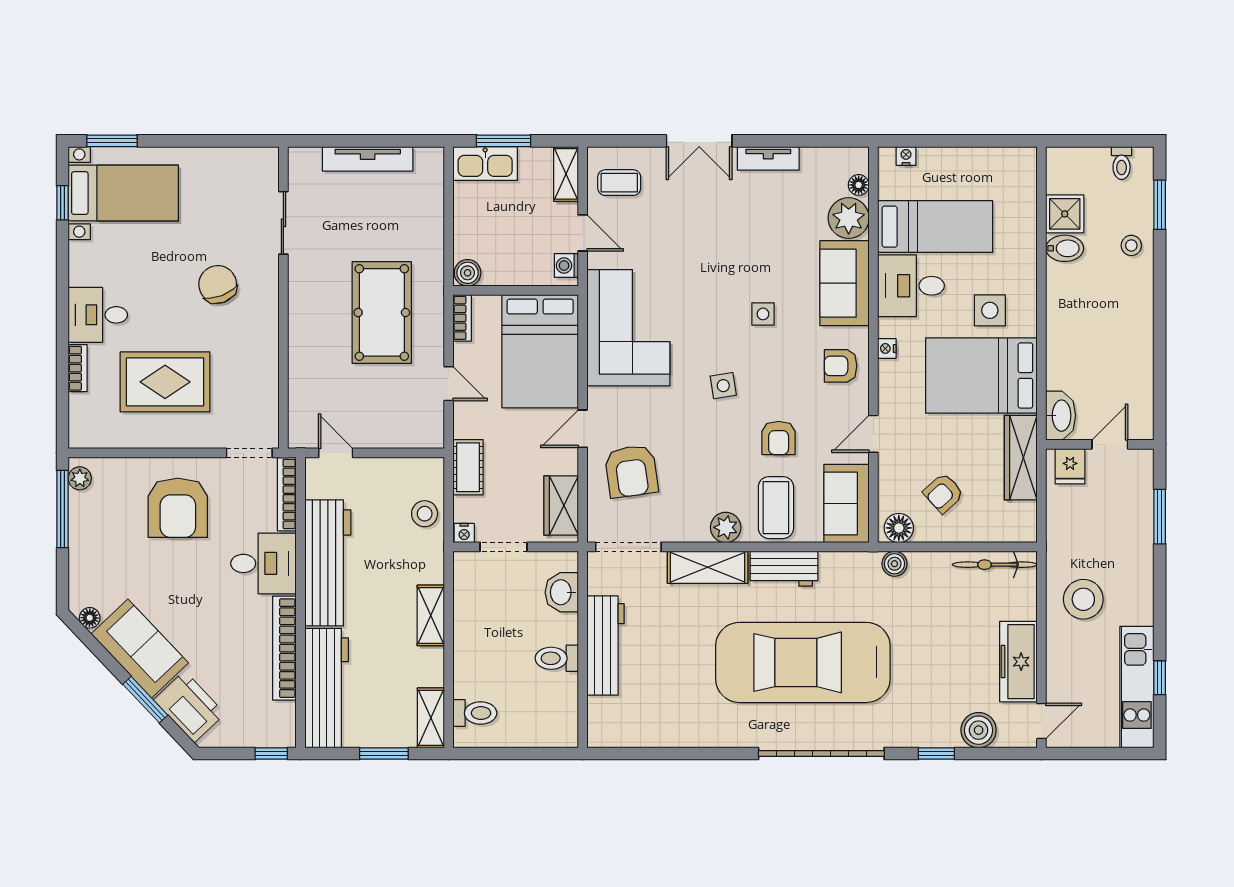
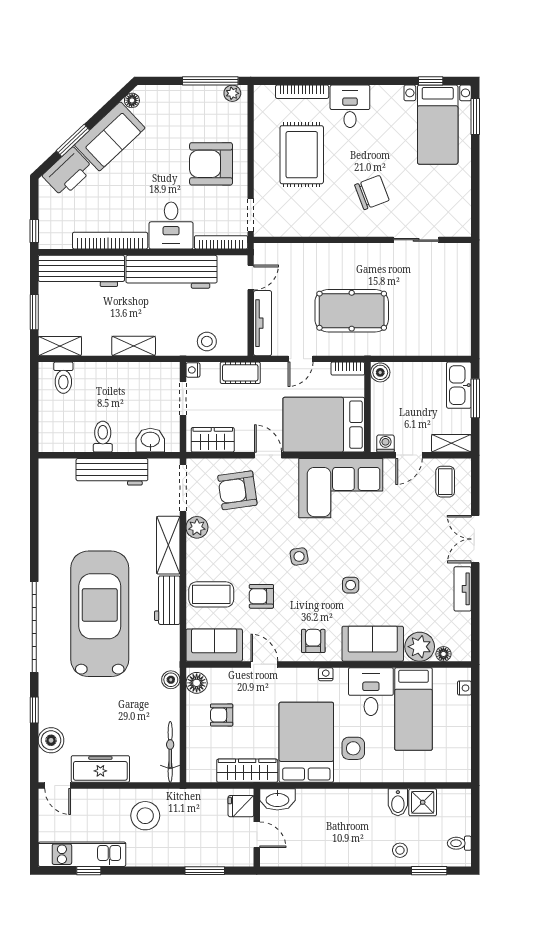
tv unit: (368, 159) -> (263, 323), moved, turned 180
bookcase: (78, 368) -> (302, 92), width x1.56
armchair: (943, 493) -> (222, 715), turned -48
plant: (726, 527) -> (197, 527), moved

